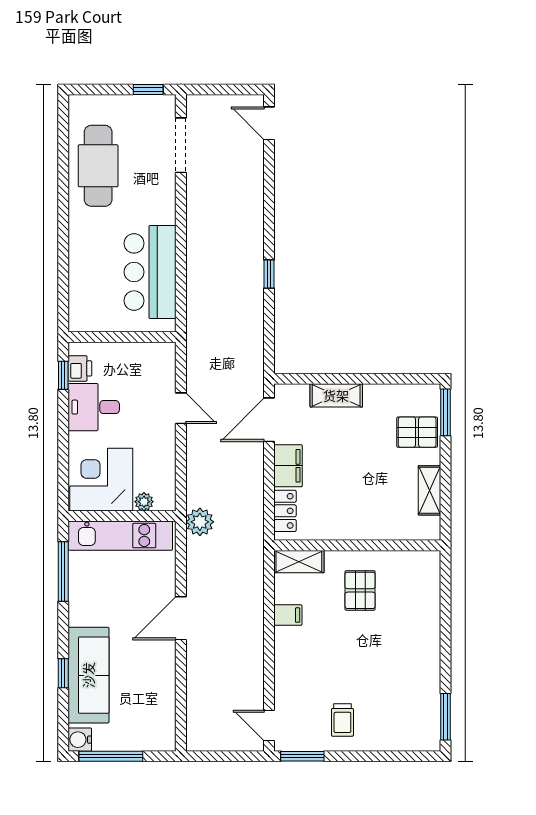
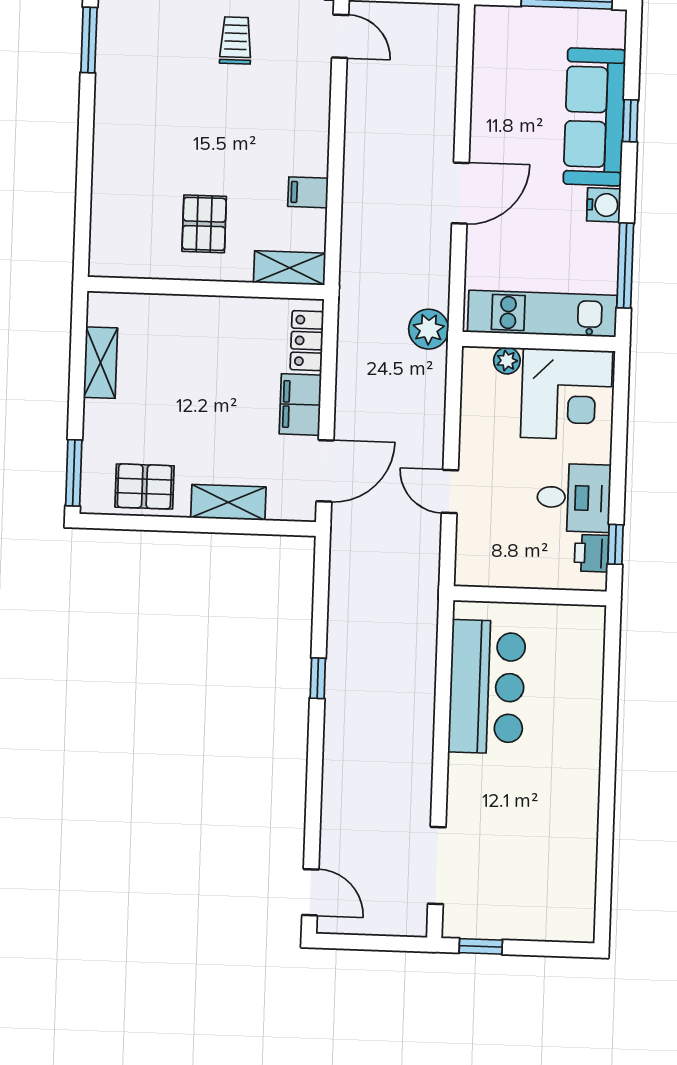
cafe table: (98, 166) -> (555, 840), removed
pallet: (417, 432) -> (145, 486), moved
water cooler: (80, 740) -> (604, 205), moved

